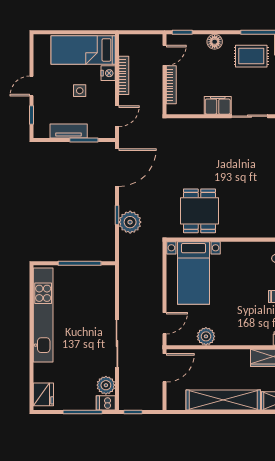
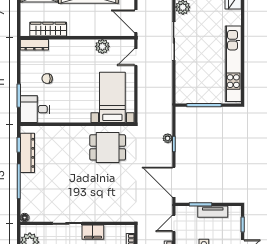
door: (117, 168) -> (174, 182), hinge flipped
dining table: (199, 211) -> (108, 147), turned 90
plant: (130, 222) -> (168, 138), width x0.53, depth x0.53
door: (164, 368) -> (136, 21), hinge flipped

